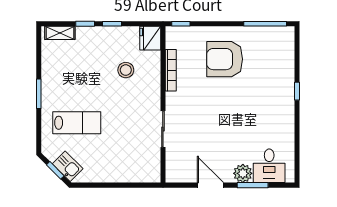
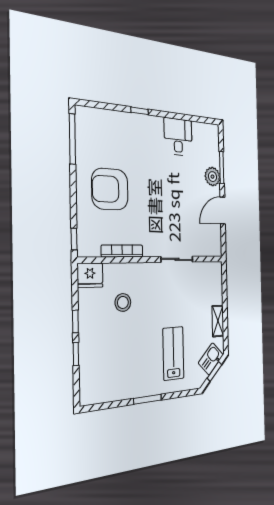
shelving: (60, 33) -> (218, 321), moved
armchair: (225, 59) -> (110, 189), turned 90
desk: (269, 166) -> (178, 137), moved, turned -90

